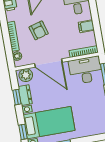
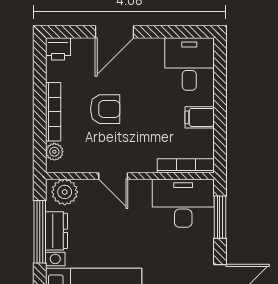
armchair: (39, 30) -> (105, 109), turned -74
door: (48, 63) -> (113, 176), width x0.53
window: (17, 97) -> (40, 232), width x2.17

